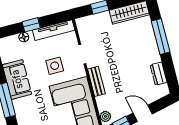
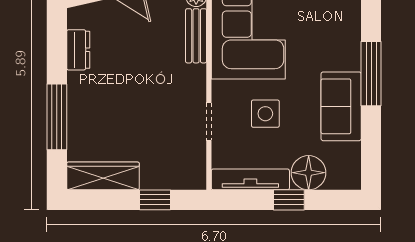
floor lamp: (24, 37) -> (309, 173), width x1.89, depth x1.89
bench: (96, 81) -> (196, 36), moved

